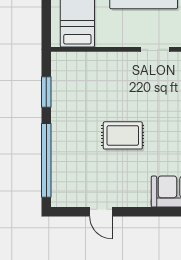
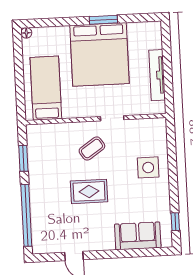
coffee table: (129, 84) -> (92, 148), added

